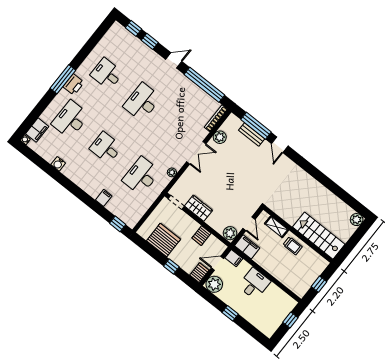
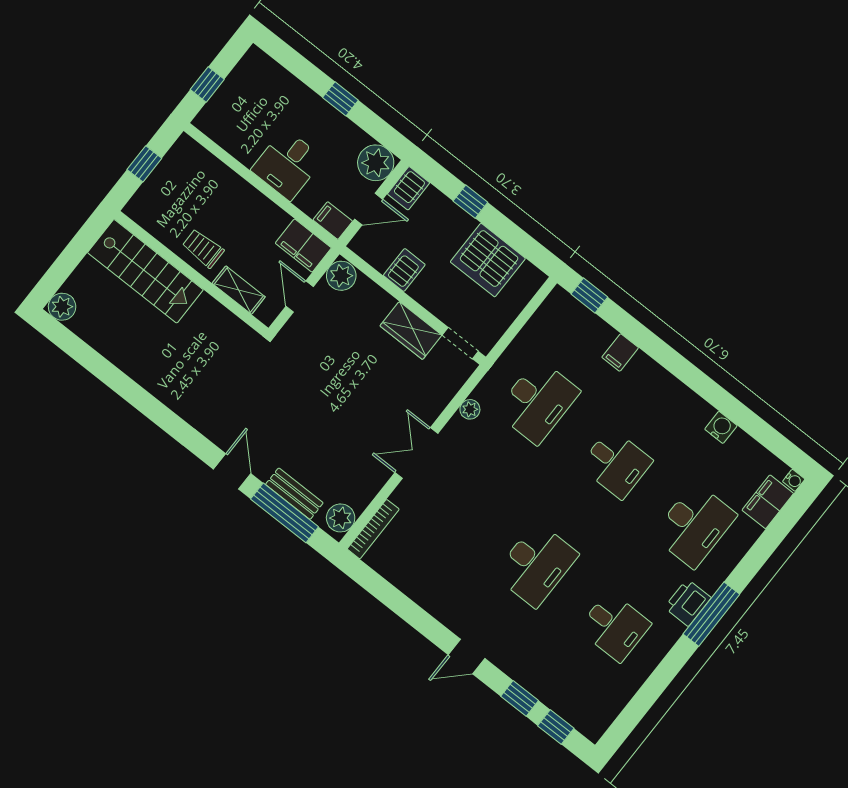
window: (204, 85) -> (399, 603), removed
plant: (220, 137) -> (341, 518), moved

